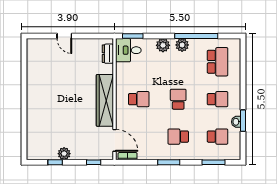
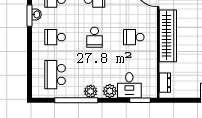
desk: (128, 50) -> (129, 85), moved, turned 90

